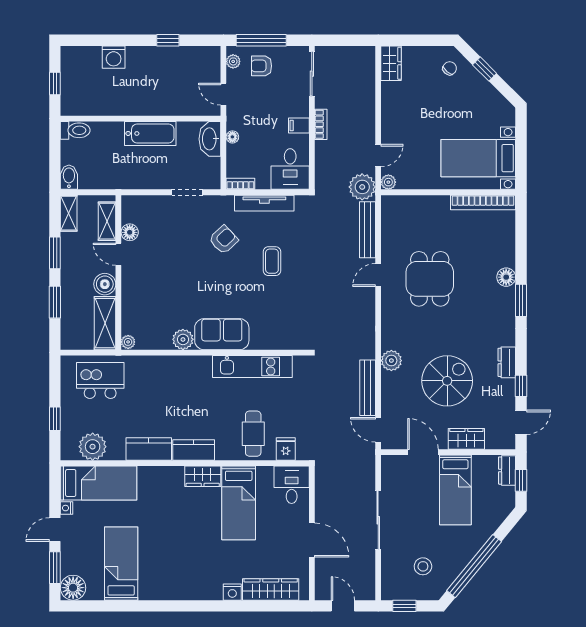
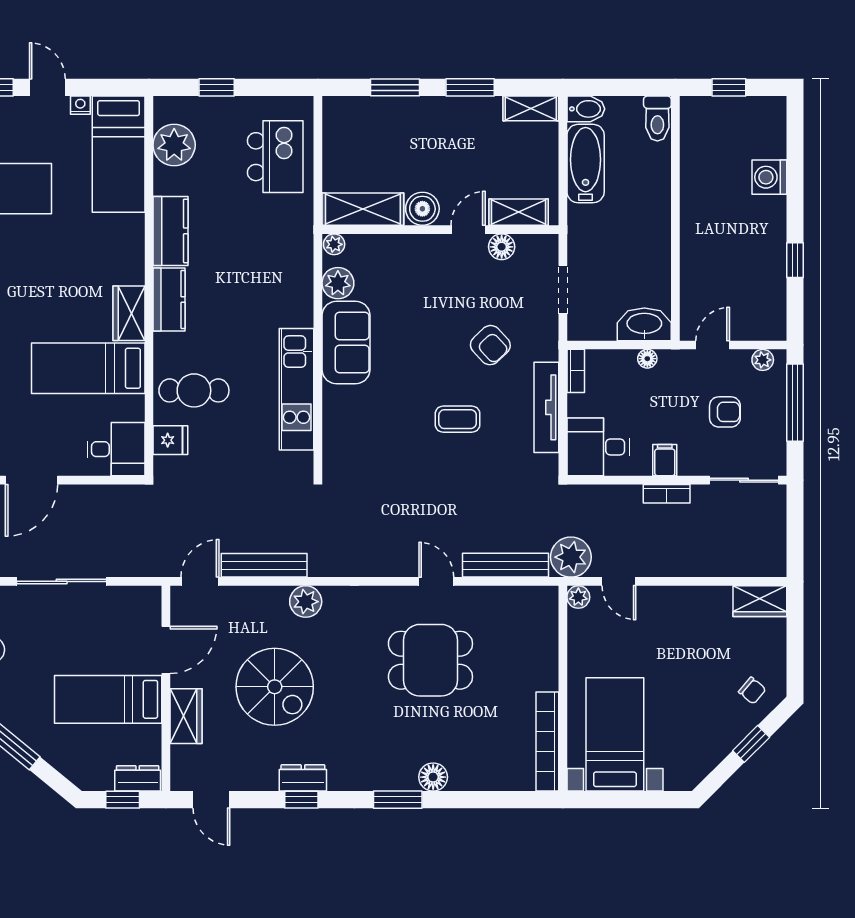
armchair: (261, 66) -> (725, 412), moved, turned 90
bathtub: (150, 133) -> (586, 164), moved, turned 180
shelving: (107, 221) -> (519, 212), moved
floor lamp: (130, 232) -> (502, 247), moved
door: (118, 254) -> (468, 230), moved
wall: (118, 272) -> (440, 230), moved
boiler: (105, 284) -> (422, 209), moved
shelving: (105, 323) -> (363, 209), moved
plant: (128, 342) -> (334, 244), moved
window: (521, 386) -> (301, 800), moved

